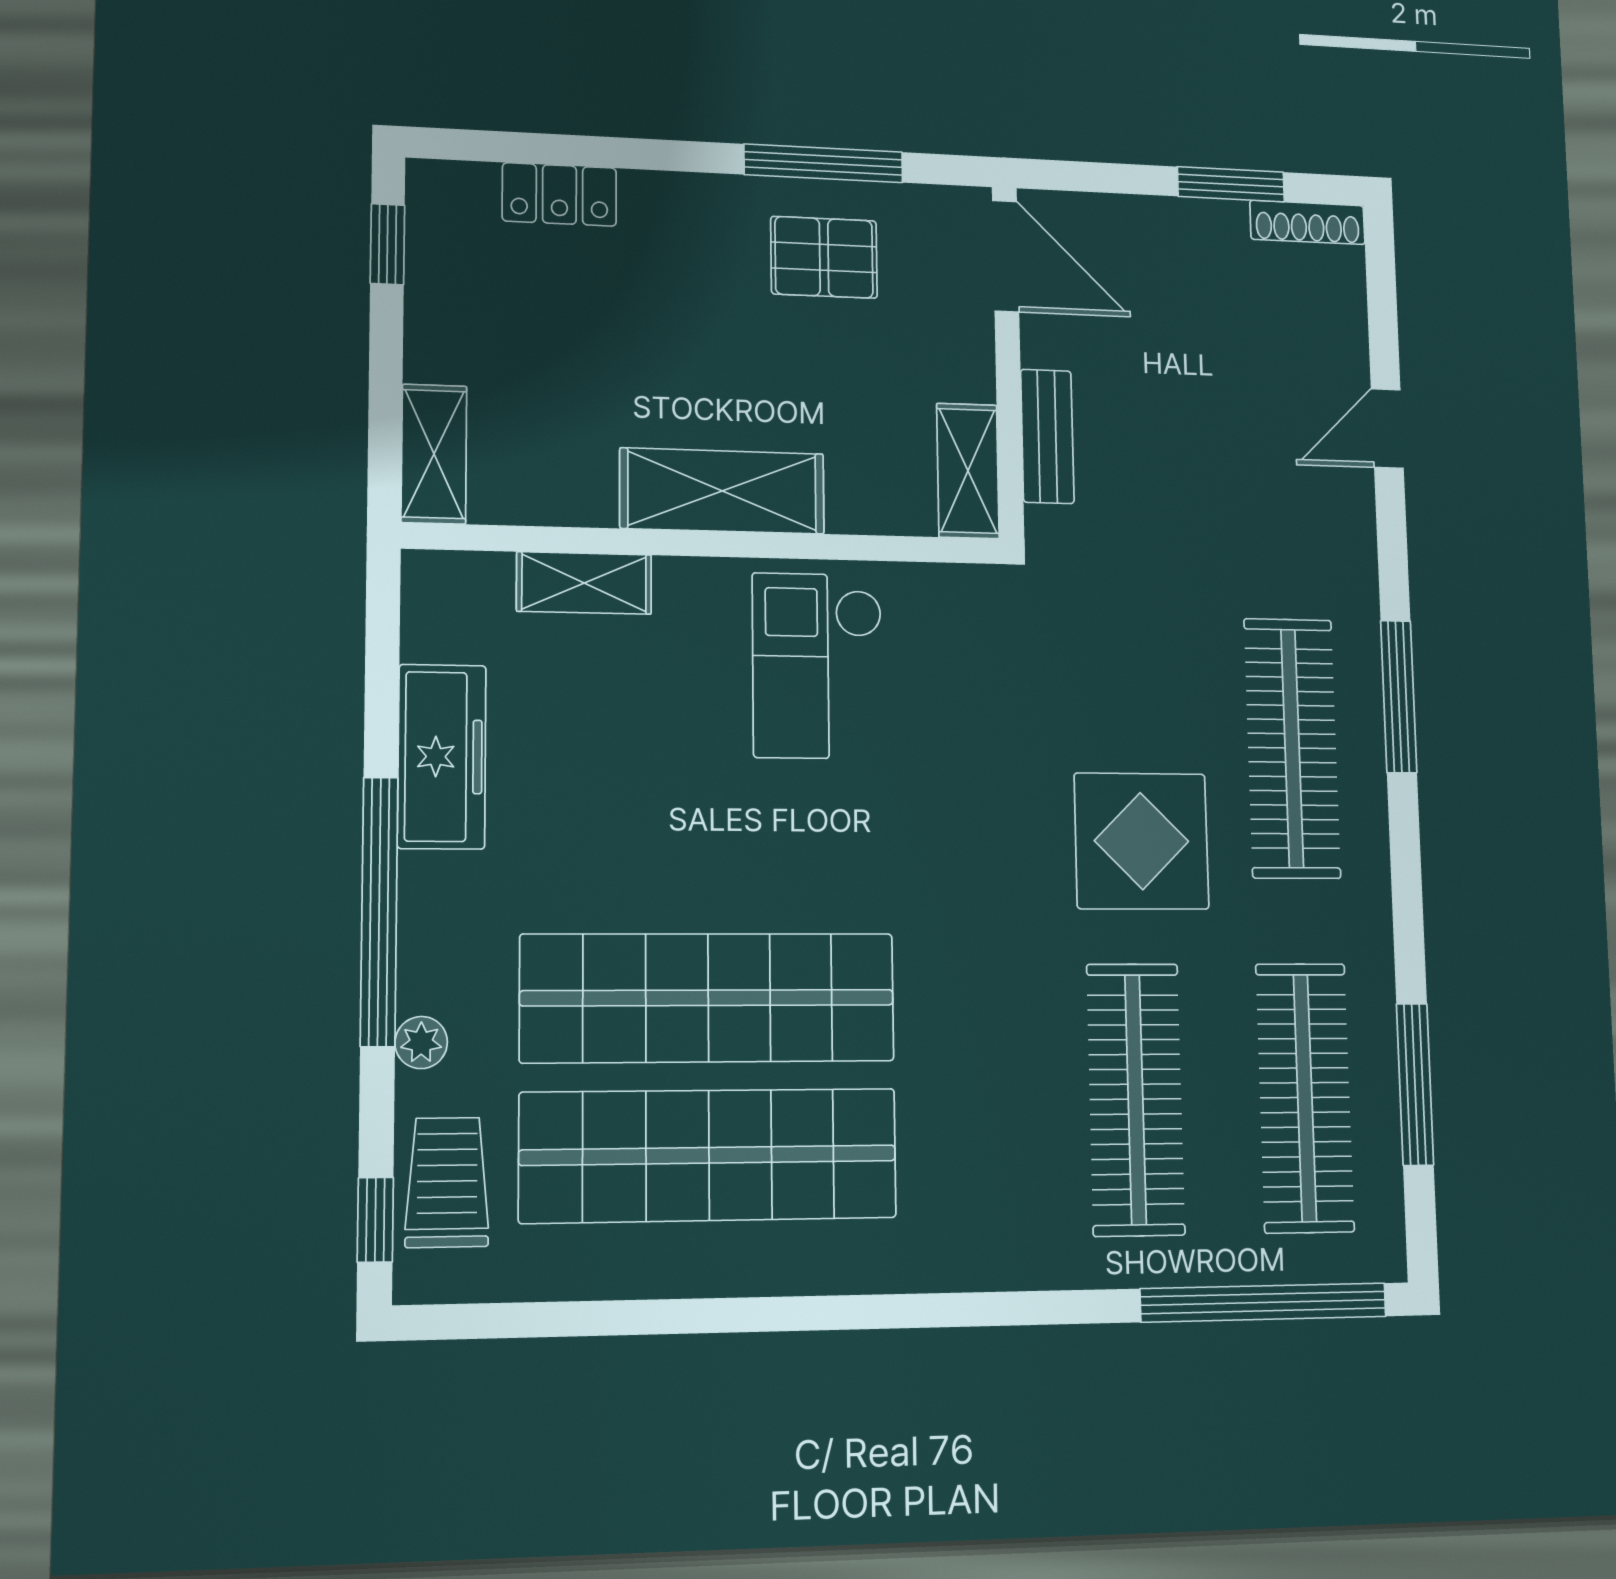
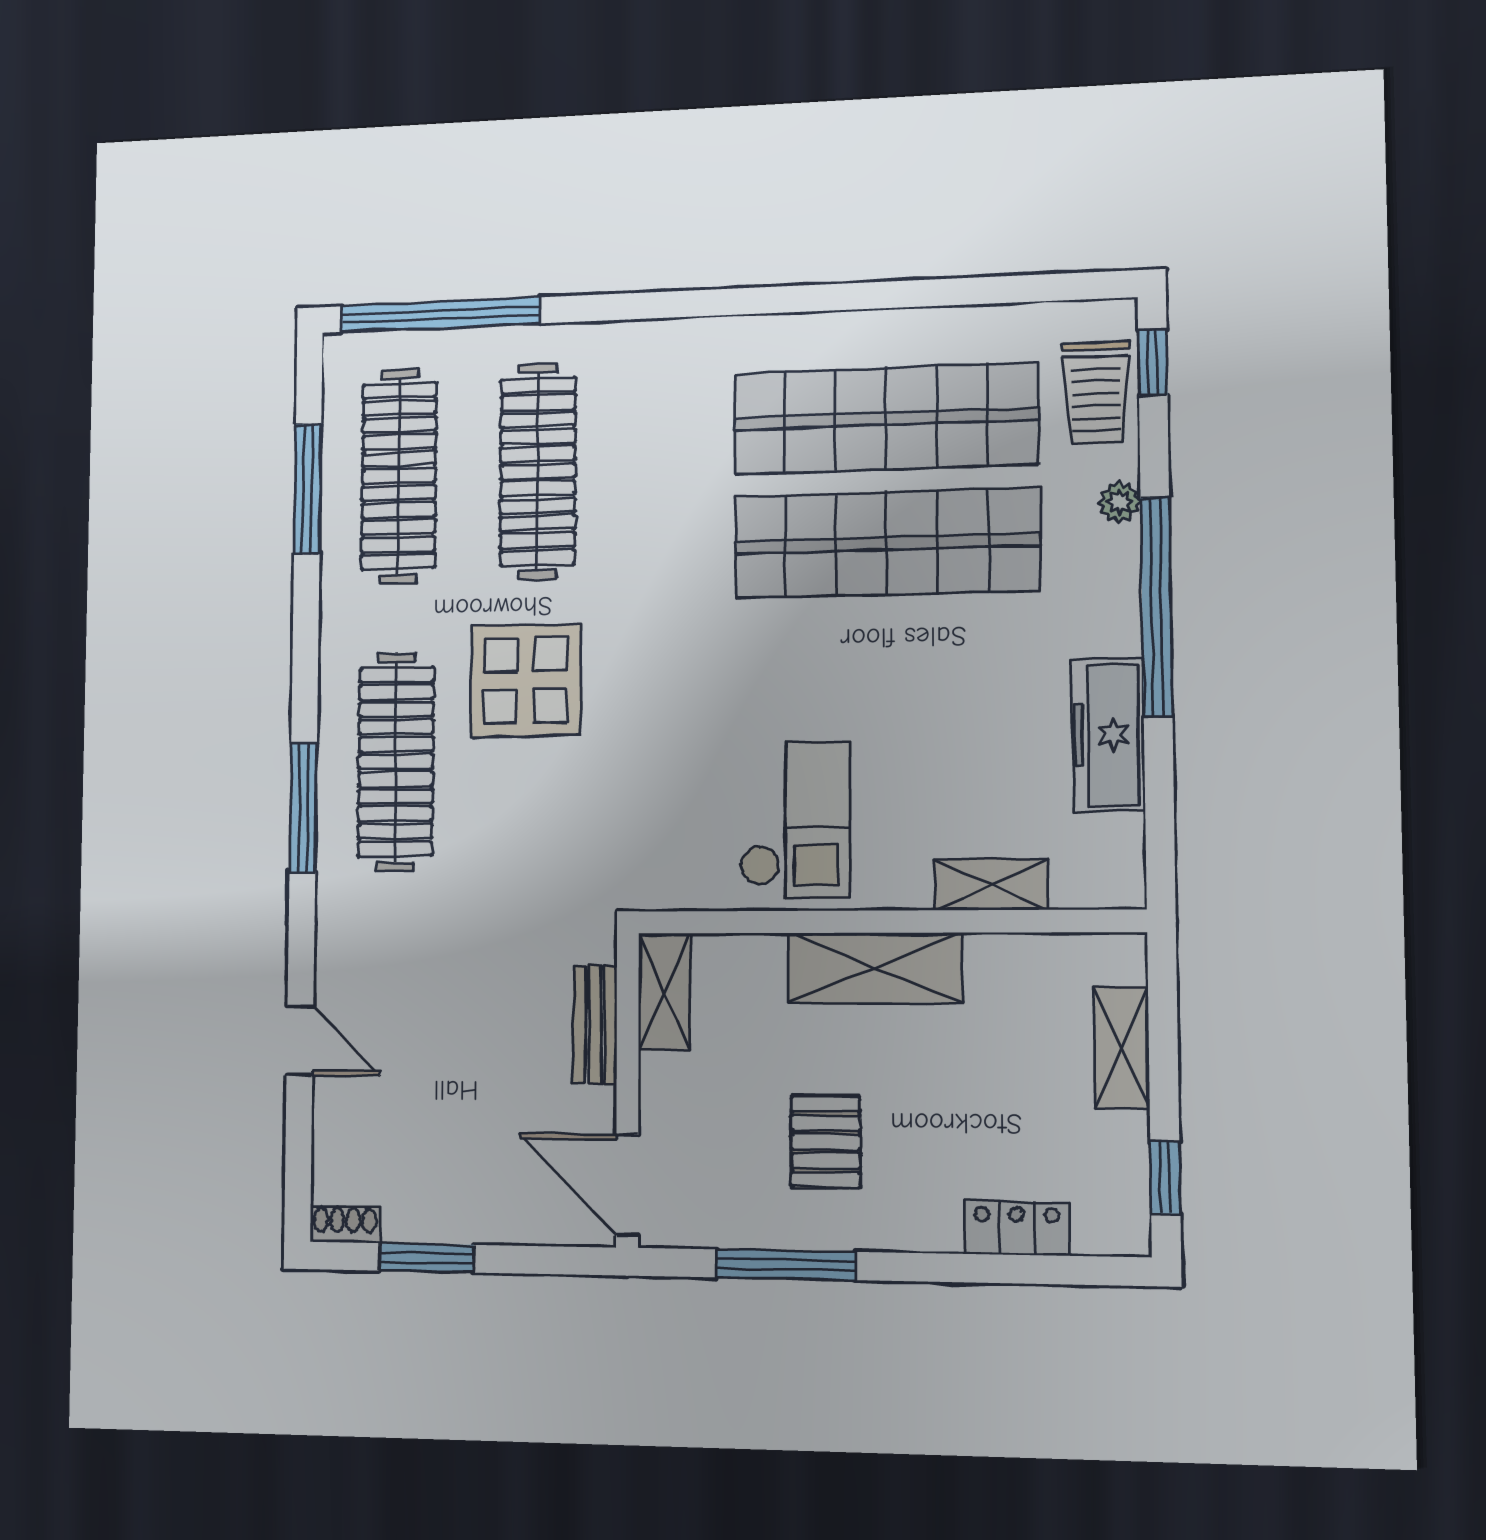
shoe rack: (1307, 222) -> (345, 1225), width x0.70
pallet: (824, 257) -> (826, 1142), moved, turned 90
door: (1387, 428) -> (300, 1041), hinge flipped
shelving: (434, 454) -> (1121, 1048), moved

